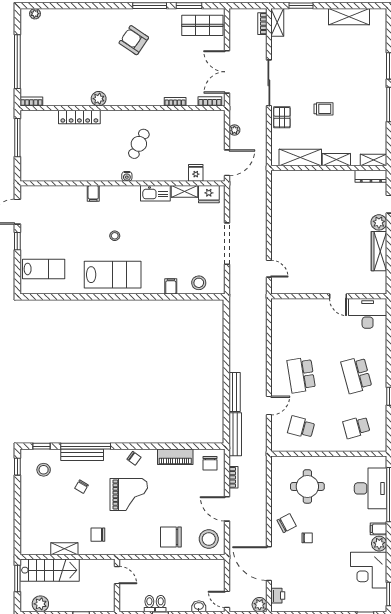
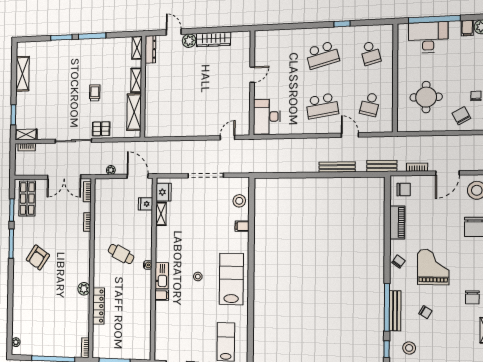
kitchen sink: (155, 193) -> (162, 276), moved
desk: (368, 313) -> (267, 117), moved
bench: (235, 434) -> (382, 166), width x0.73

